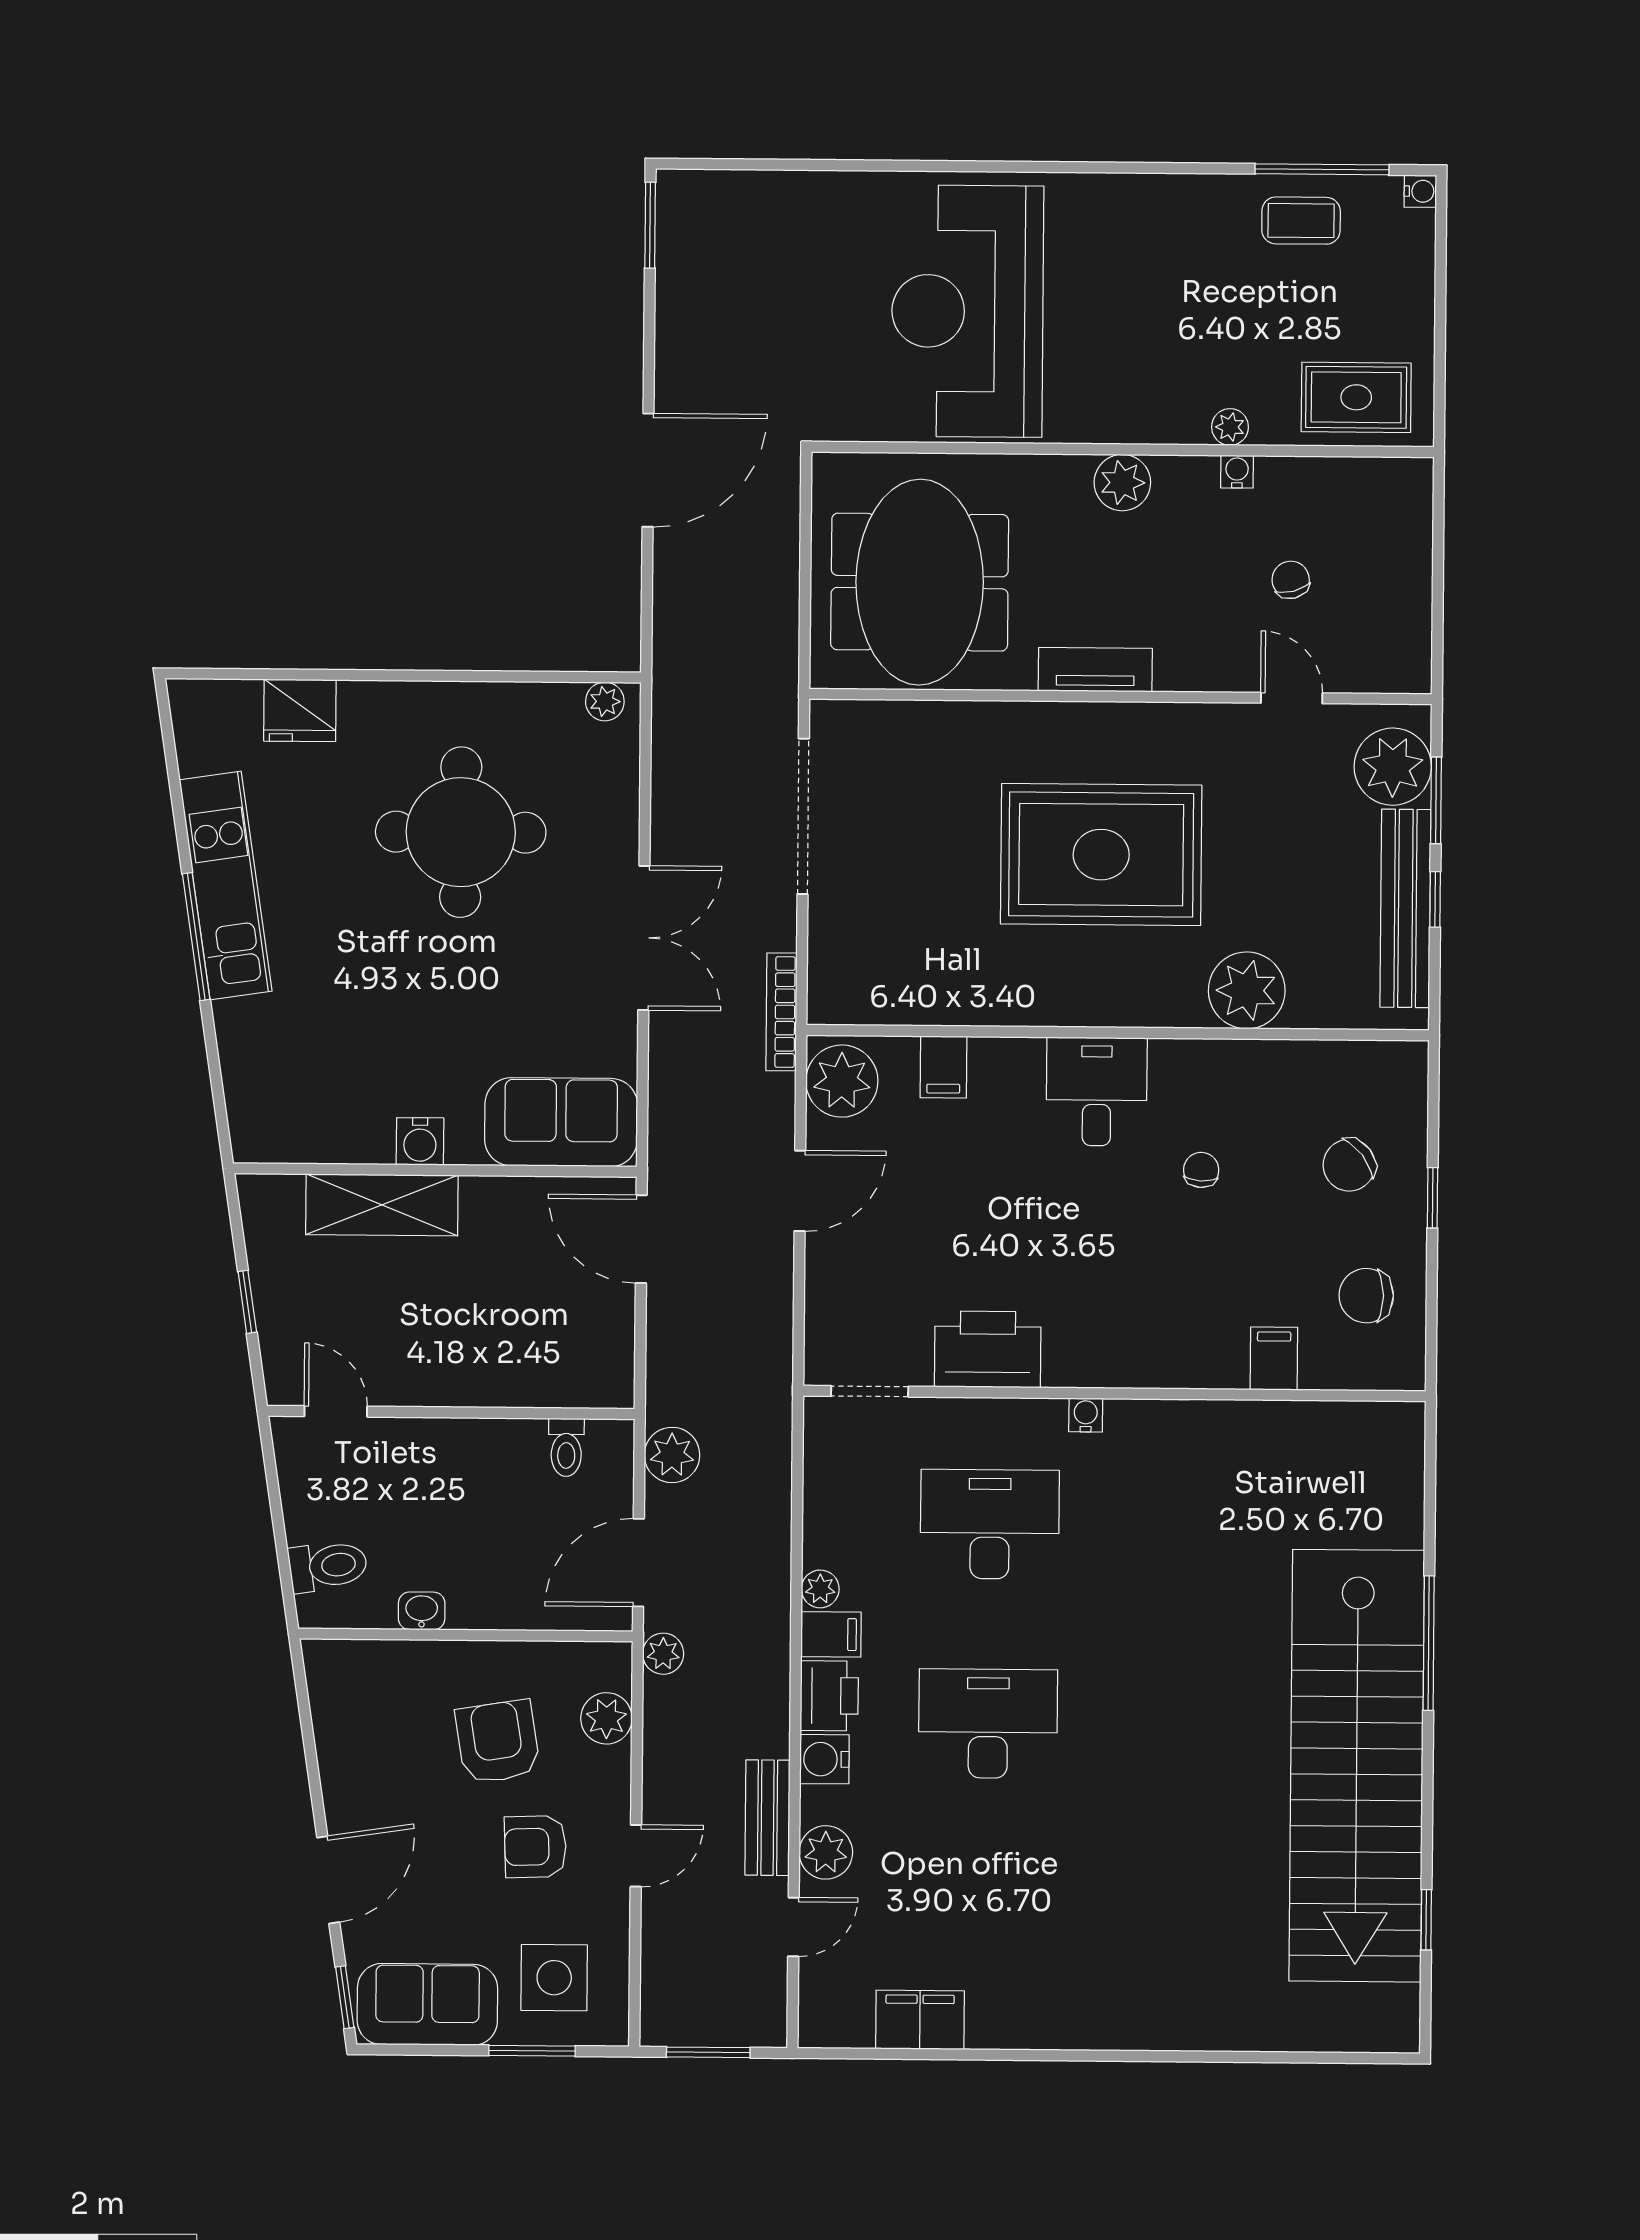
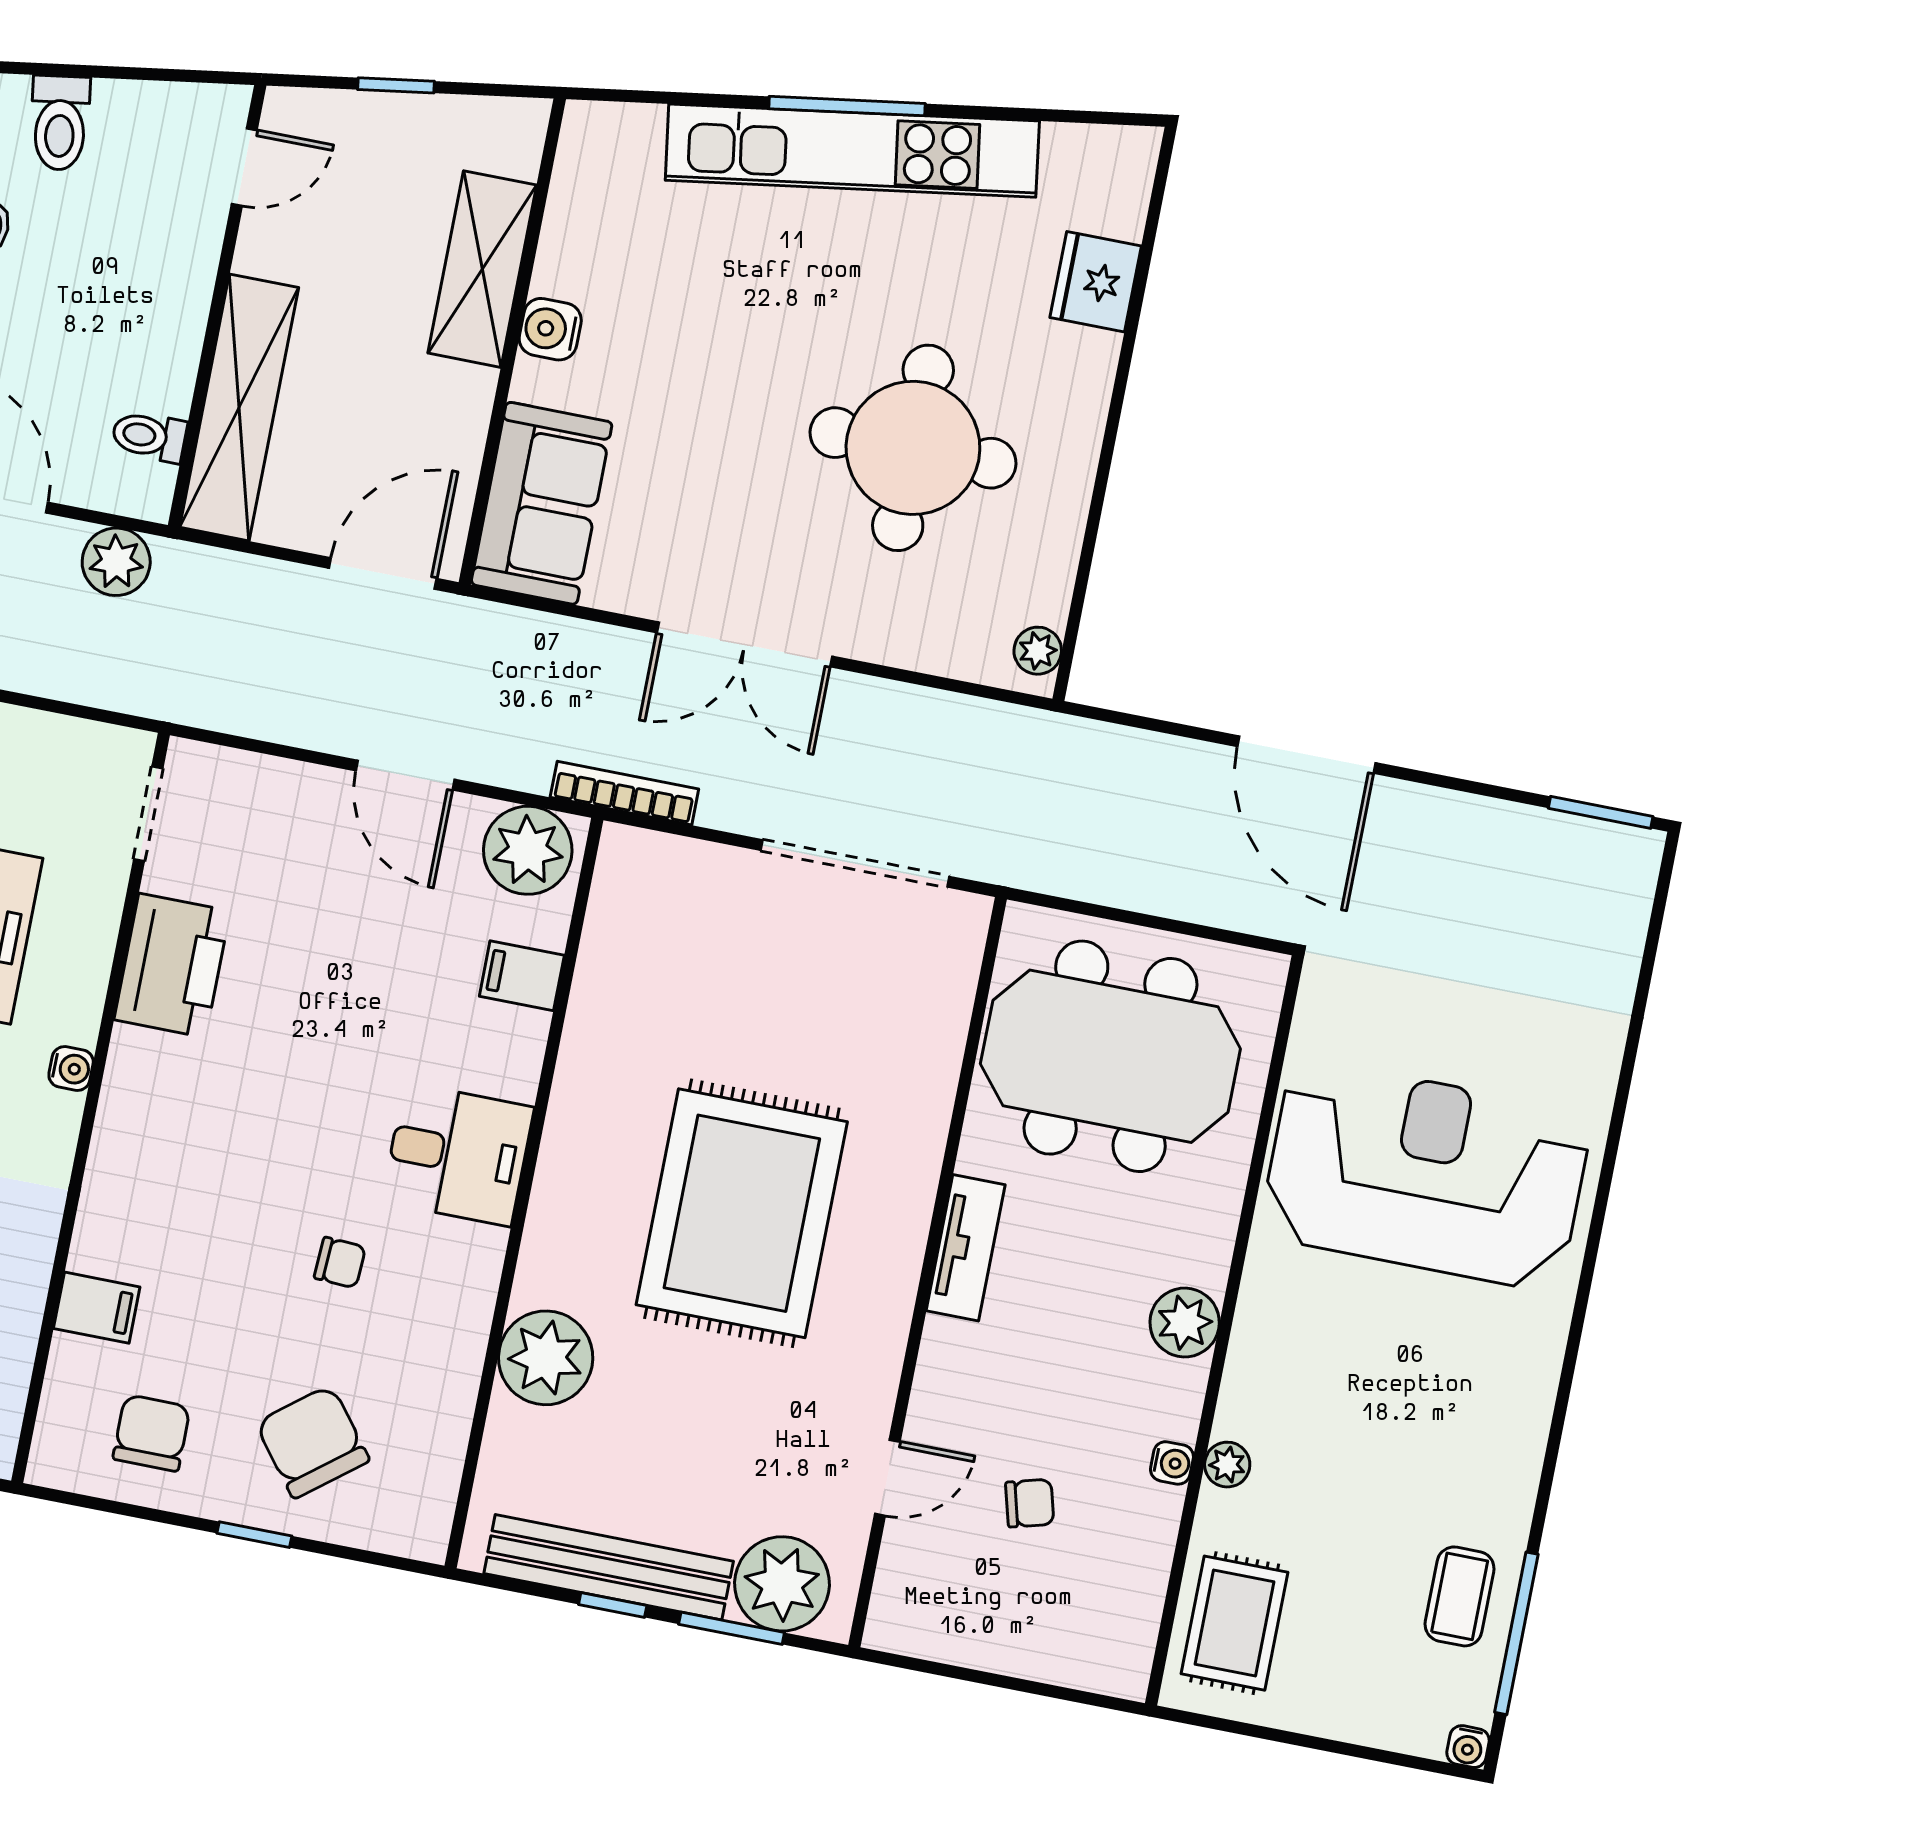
kitchen unit: (226, 886) -> (852, 151), width x1.36
chair: (1349, 1165) -> (312, 1442), width x1.37, depth x1.37
shelving: (530, 1379) -> (239, 407), added

